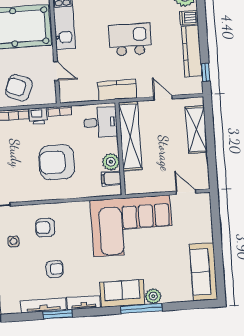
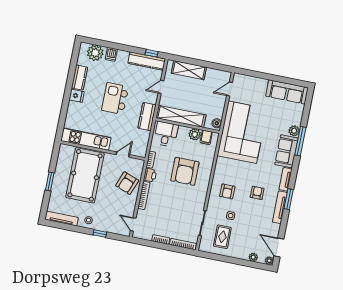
kitchen counter: (192, 51) -> (147, 61), moved
boiler: (134, 188) -> (217, 123), added

